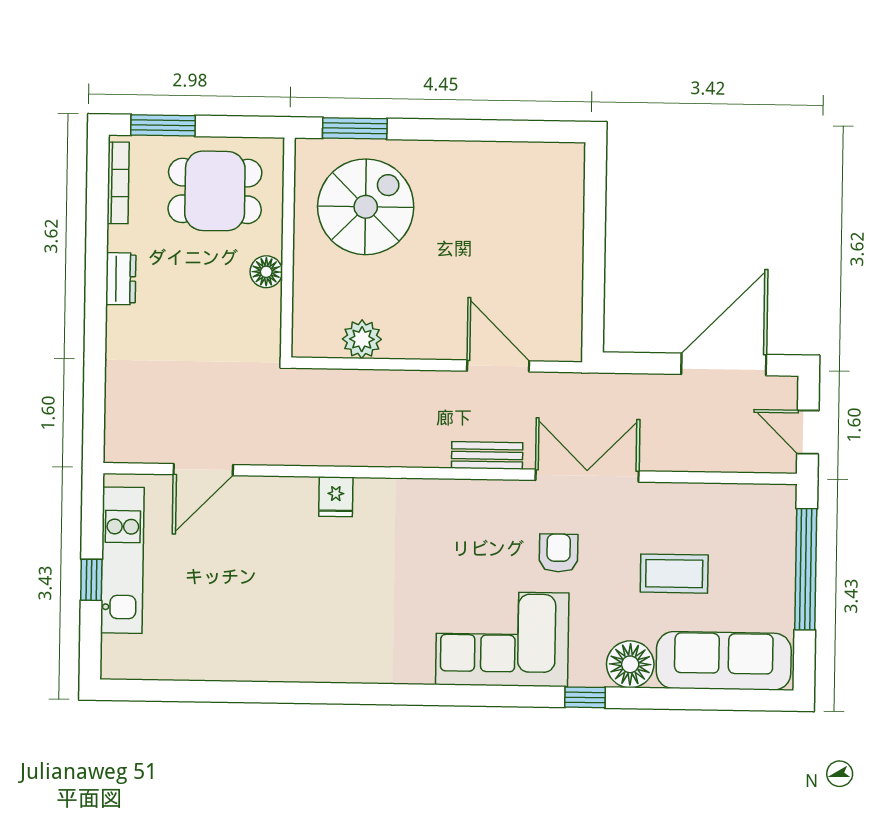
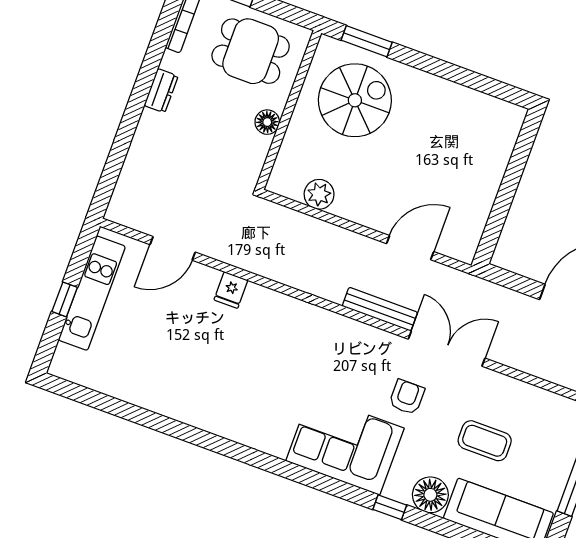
door: (498, 366) -> (410, 248), hinge flipped
bench: (487, 455) -> (380, 309), width x1.36
fridge: (336, 497) -> (231, 290), moved

